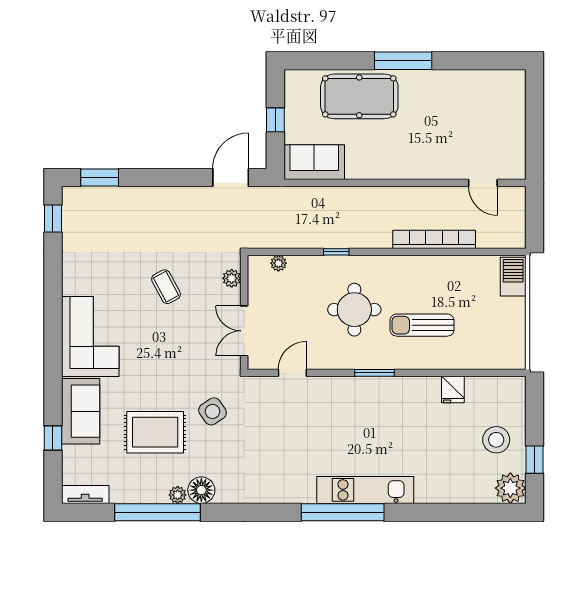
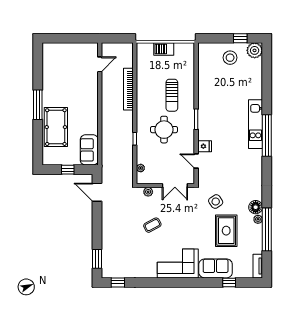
barbecue: (513, 277) -> (164, 49), moved
fridge: (453, 390) -> (205, 146), moved

